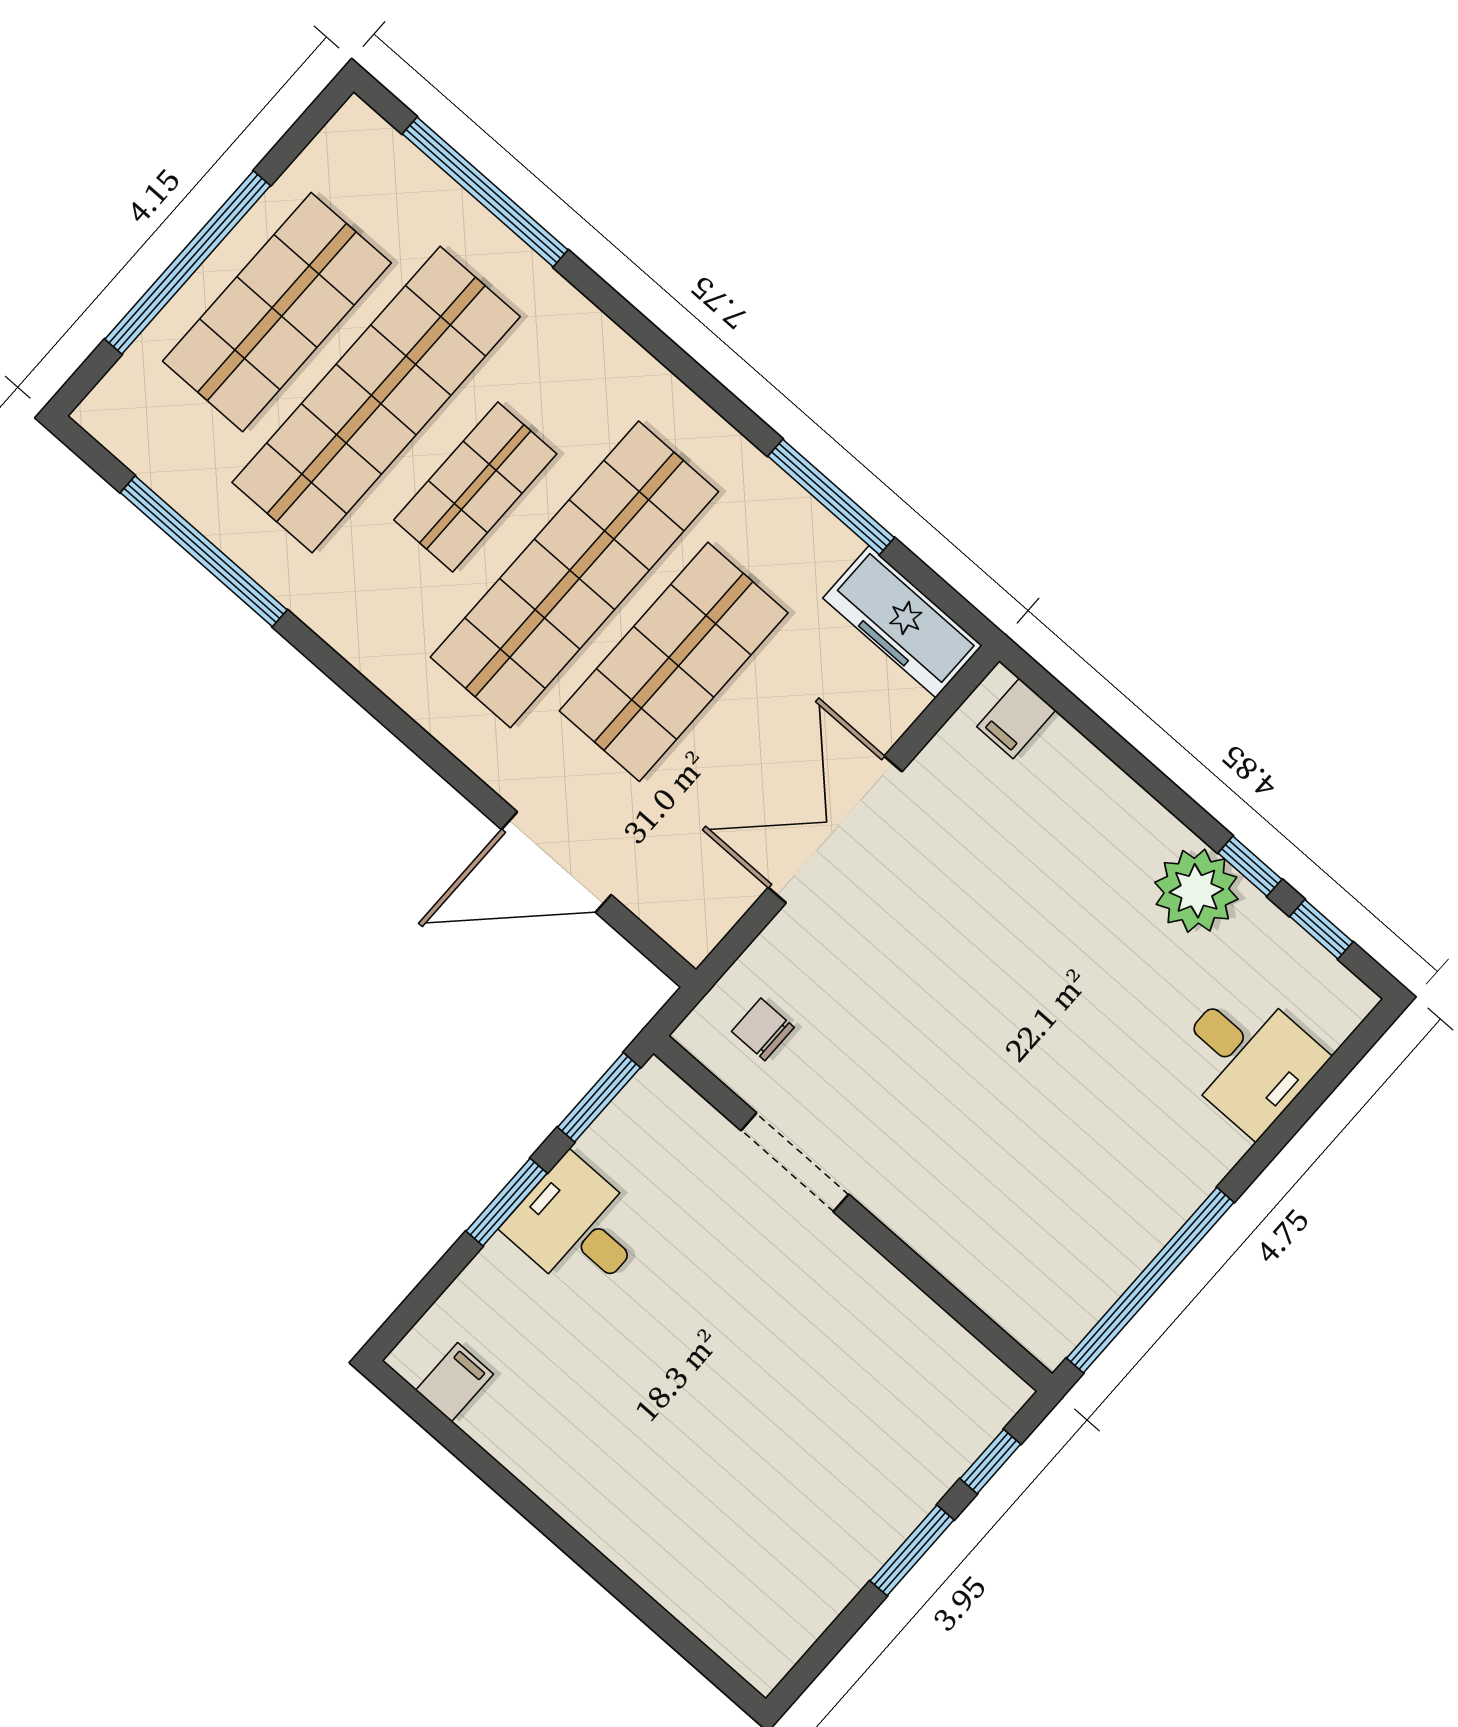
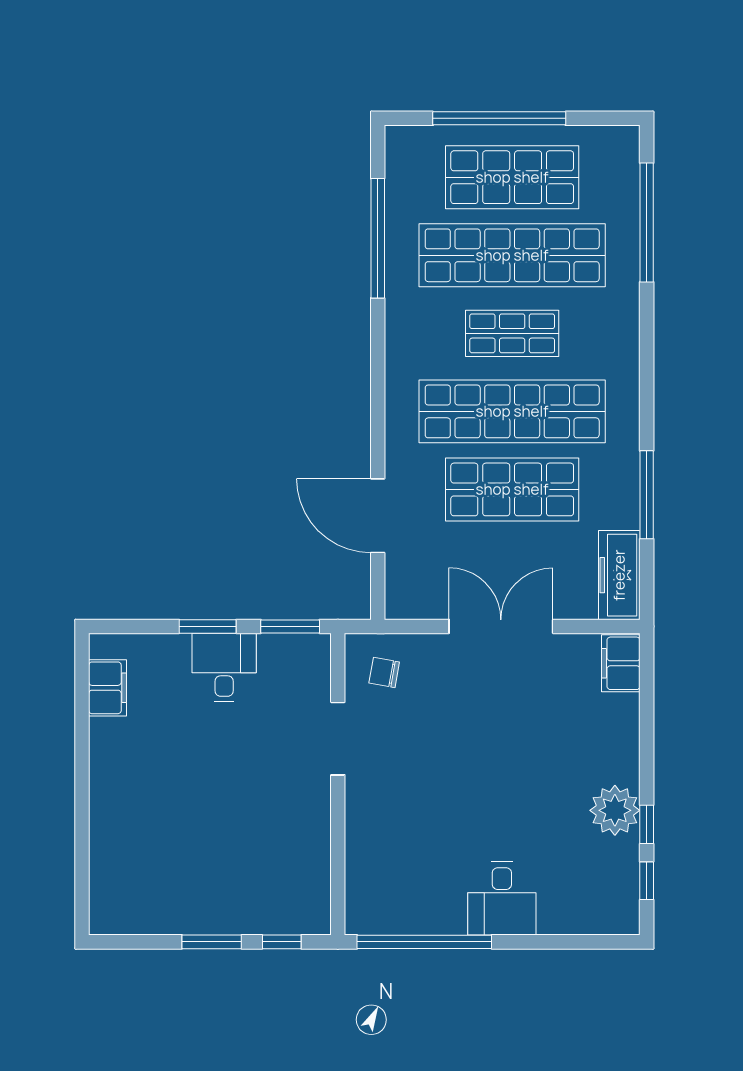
filing cabinet: (1016, 718) -> (621, 663), width x2.00
chair: (763, 1029) -> (384, 673), turned -80
desk: (1248, 1058) -> (502, 898), moved
filing cabinet: (455, 1382) -> (108, 688), width x2.00

